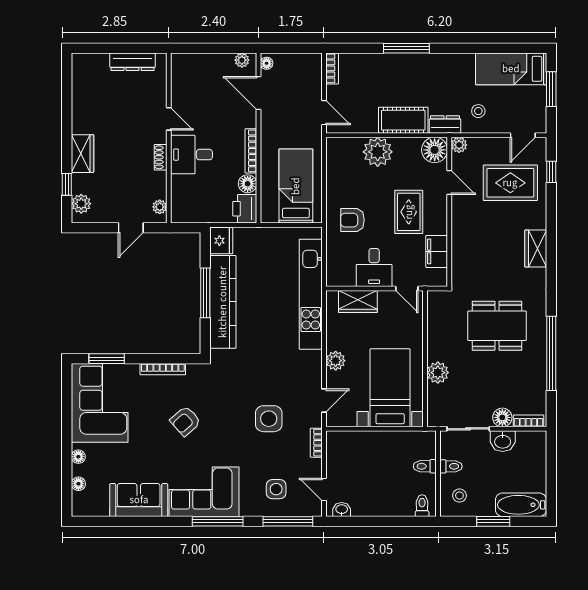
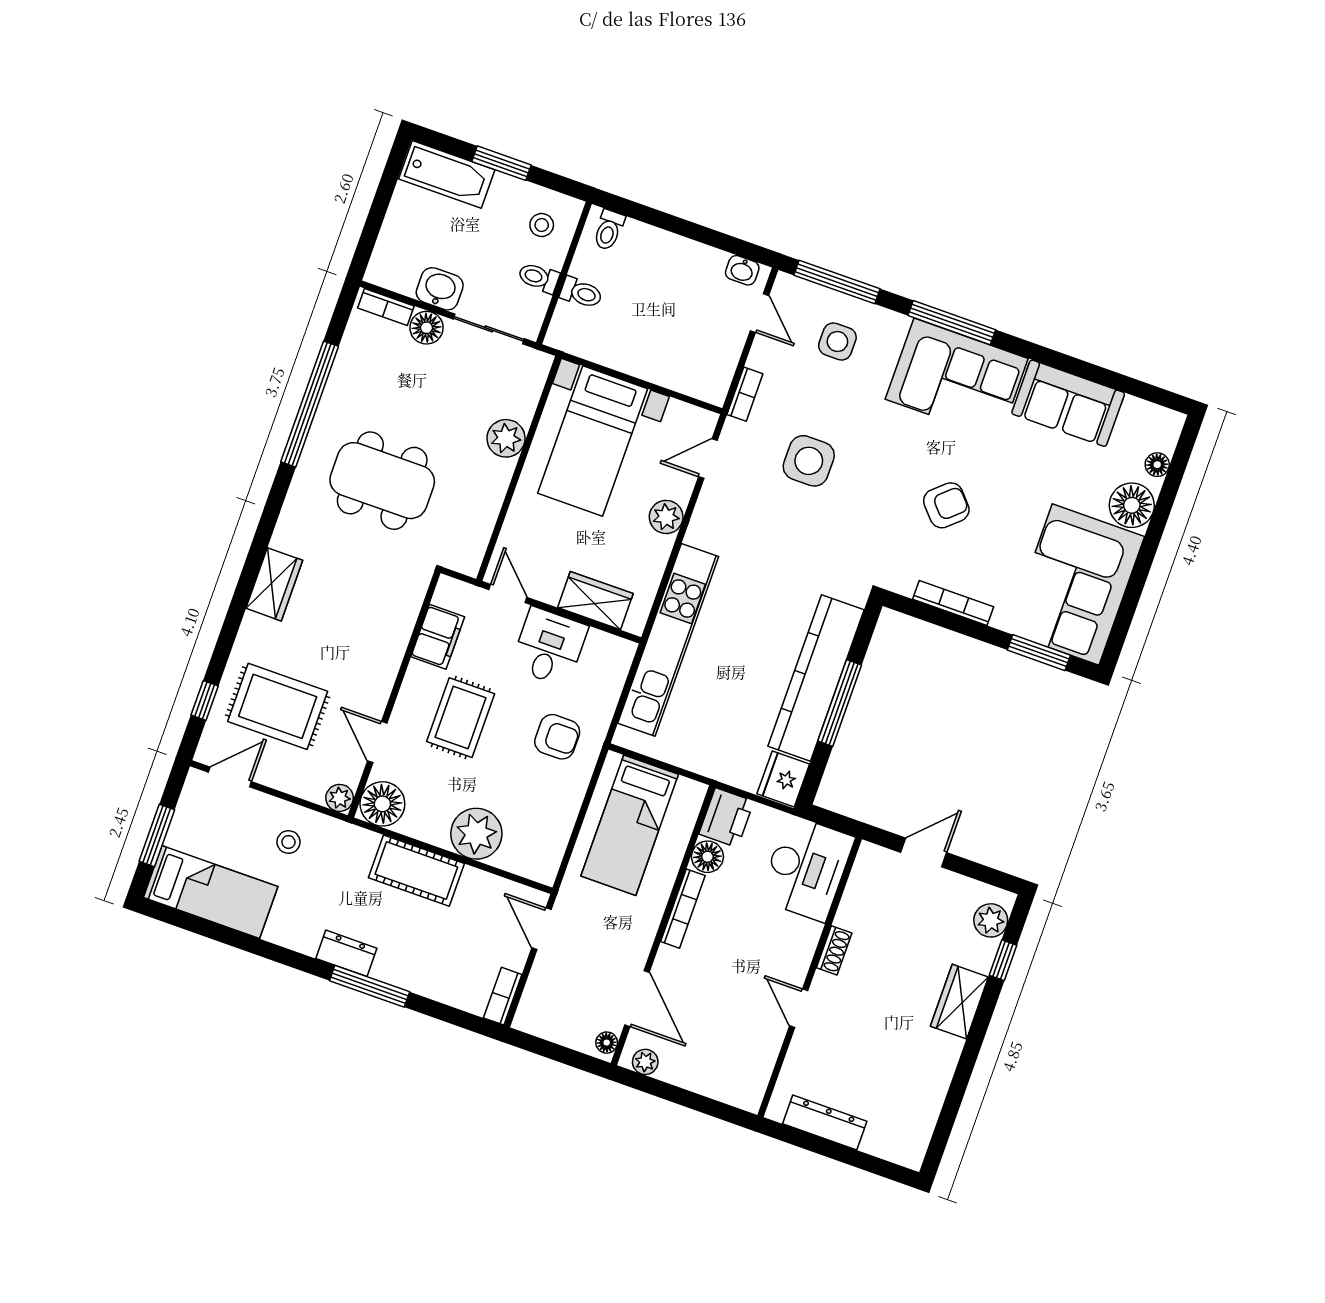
dresser: (445, 125) -> (346, 953), moved, turned 180
desk: (191, 155) -> (806, 868), moved, width x1.37
plant: (160, 207) -> (864, 870), removed
floor lamp: (78, 457) -> (1132, 505), width x1.89, depth x1.89

